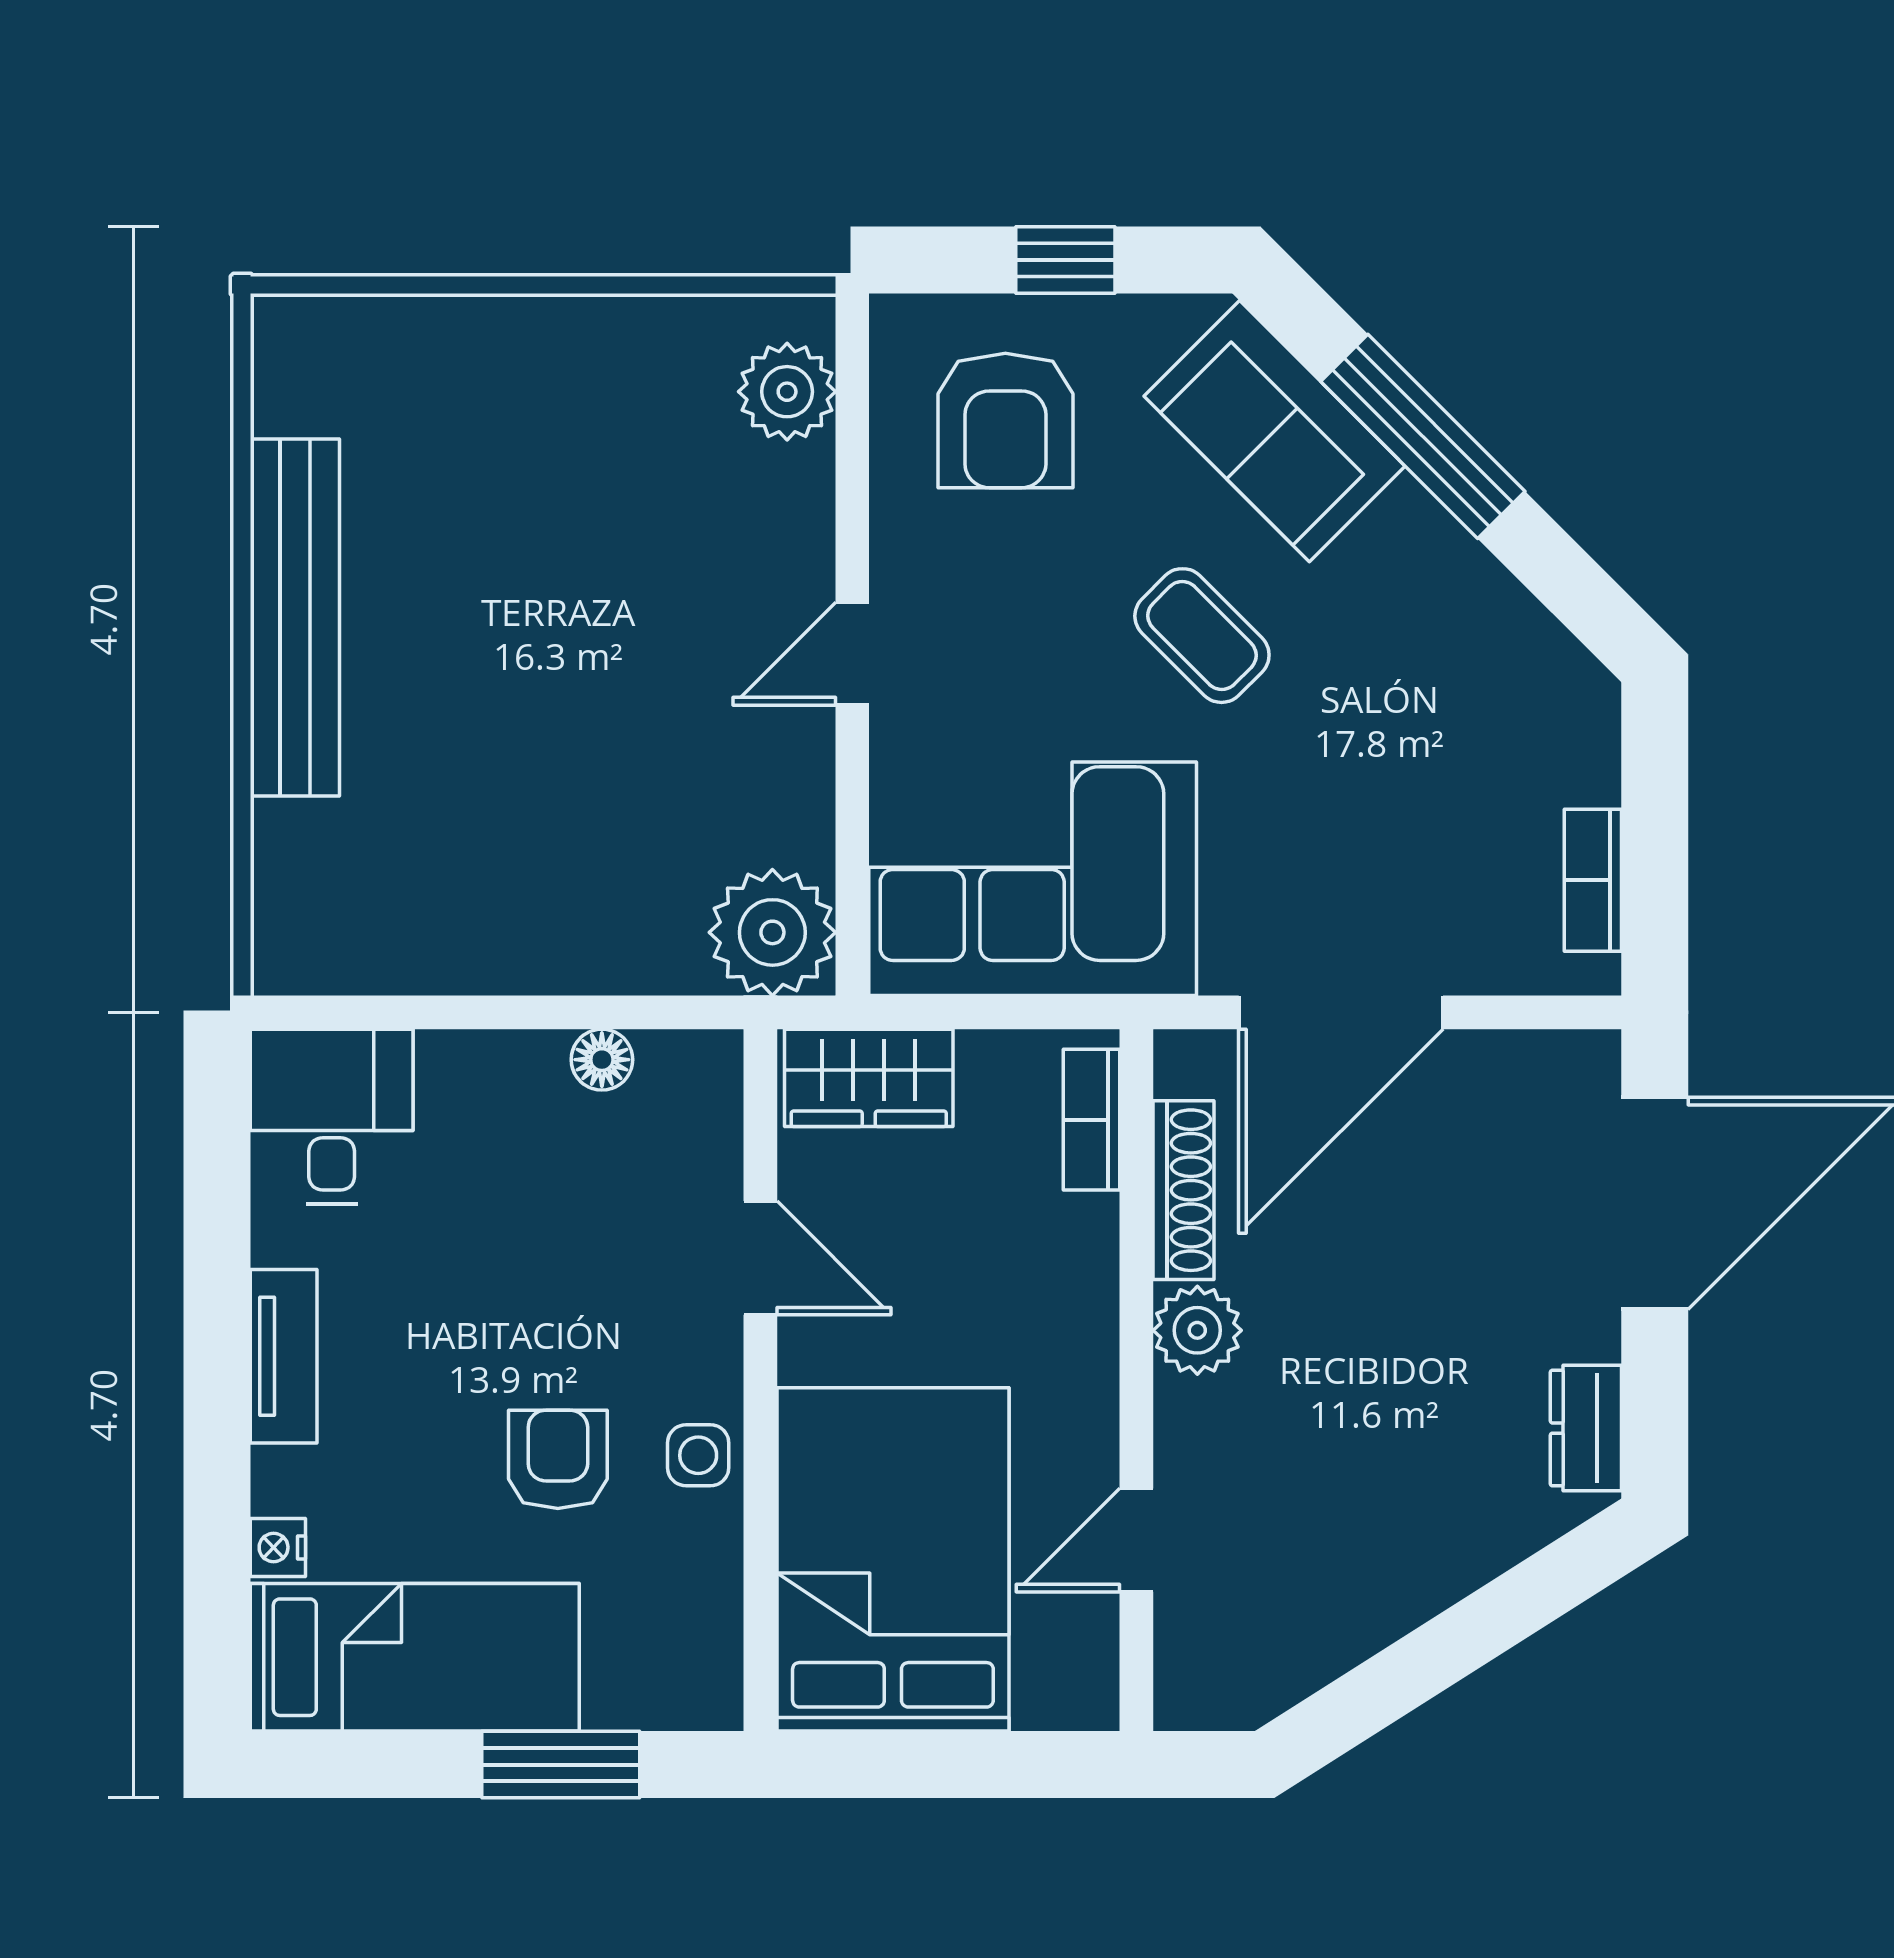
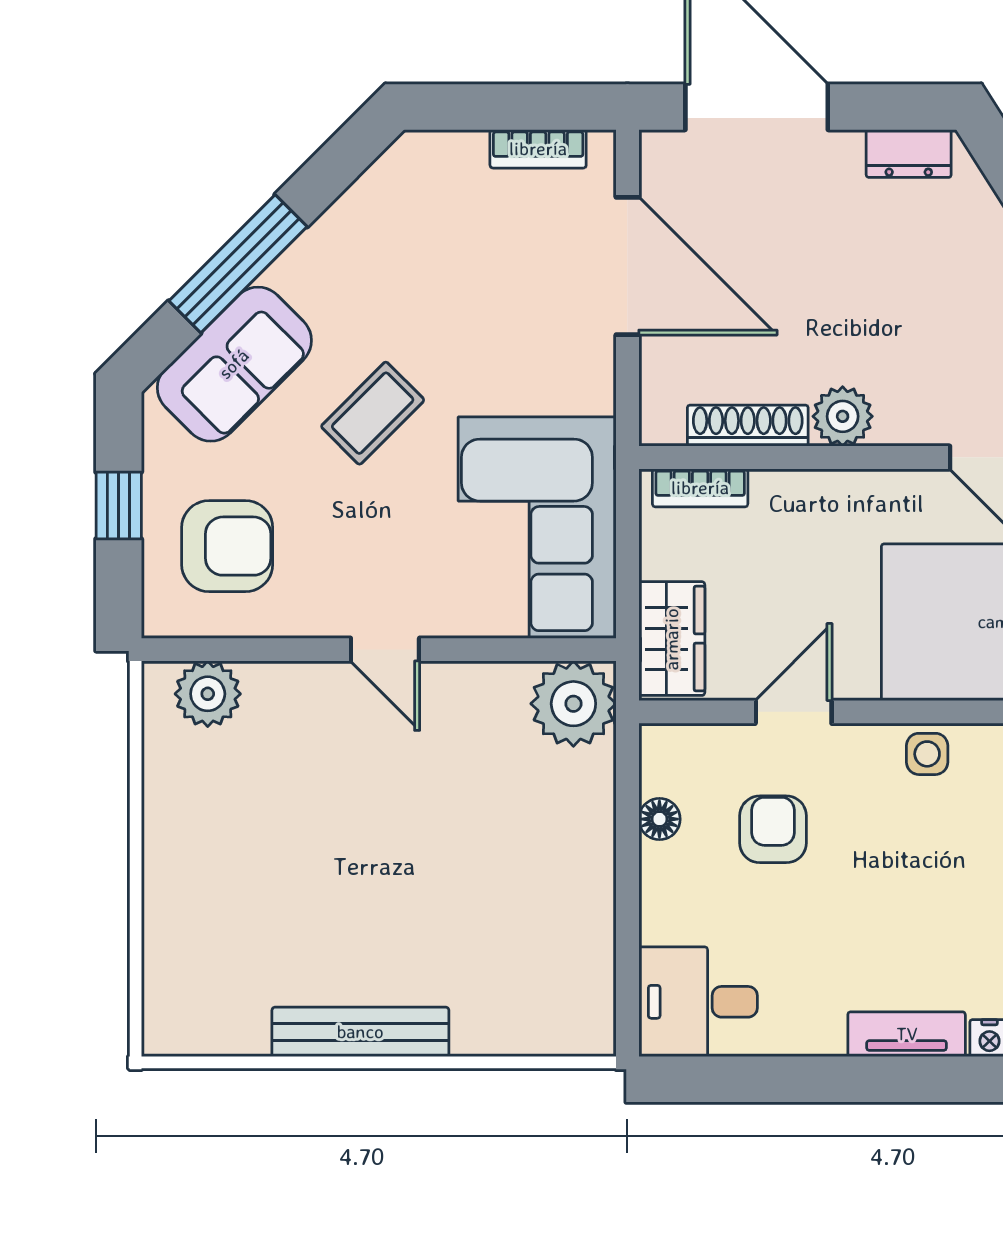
bench: (295, 617) -> (360, 1032), width x0.73, depth x0.82
door: (1341, 1012) -> (627, 266), moved
tv unit: (284, 1356) -> (907, 1034), moved
armchair: (558, 1459) -> (773, 829), moved, turned 90

